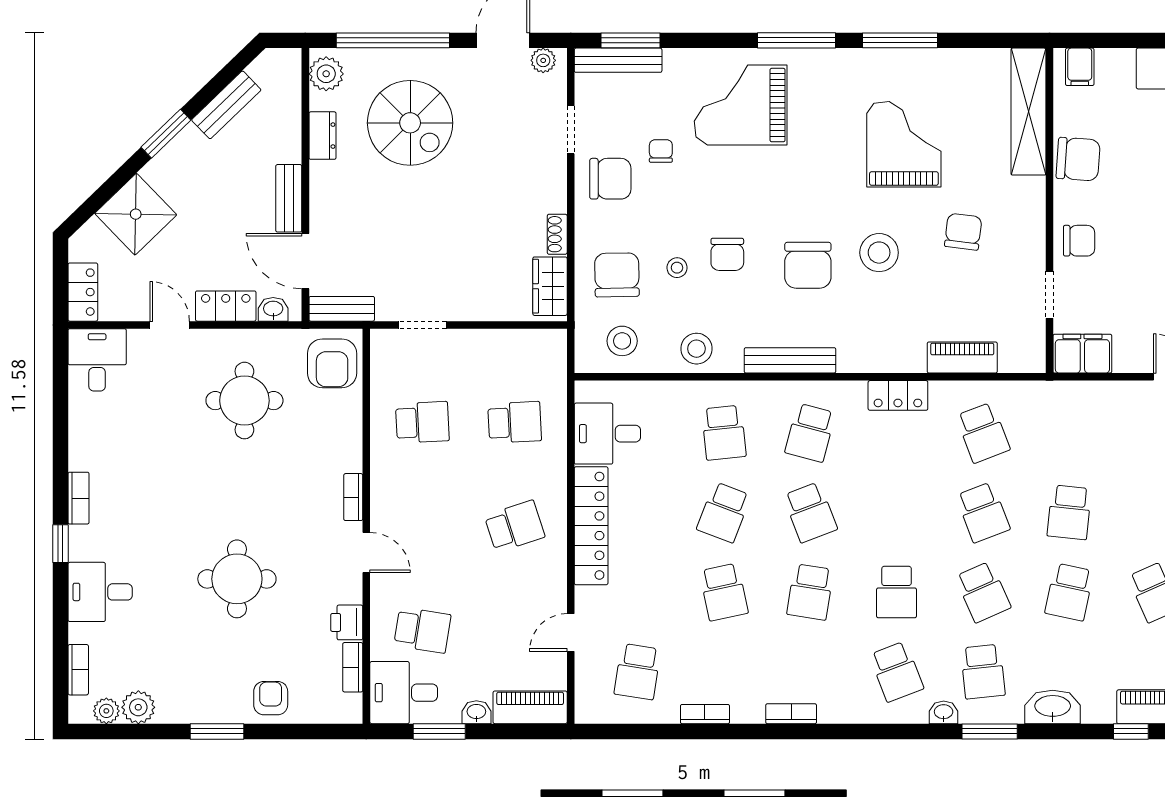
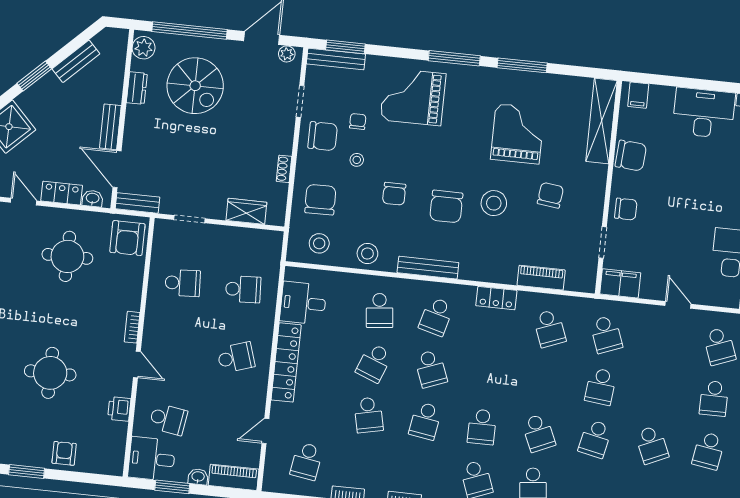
stool: (677, 268) -> (357, 160), moved
wardrobe: (550, 286) -> (246, 211), moved, turned 90
school desk: (983, 512) -> (606, 334), moved
bookcase: (353, 667) -> (120, 439), removed

